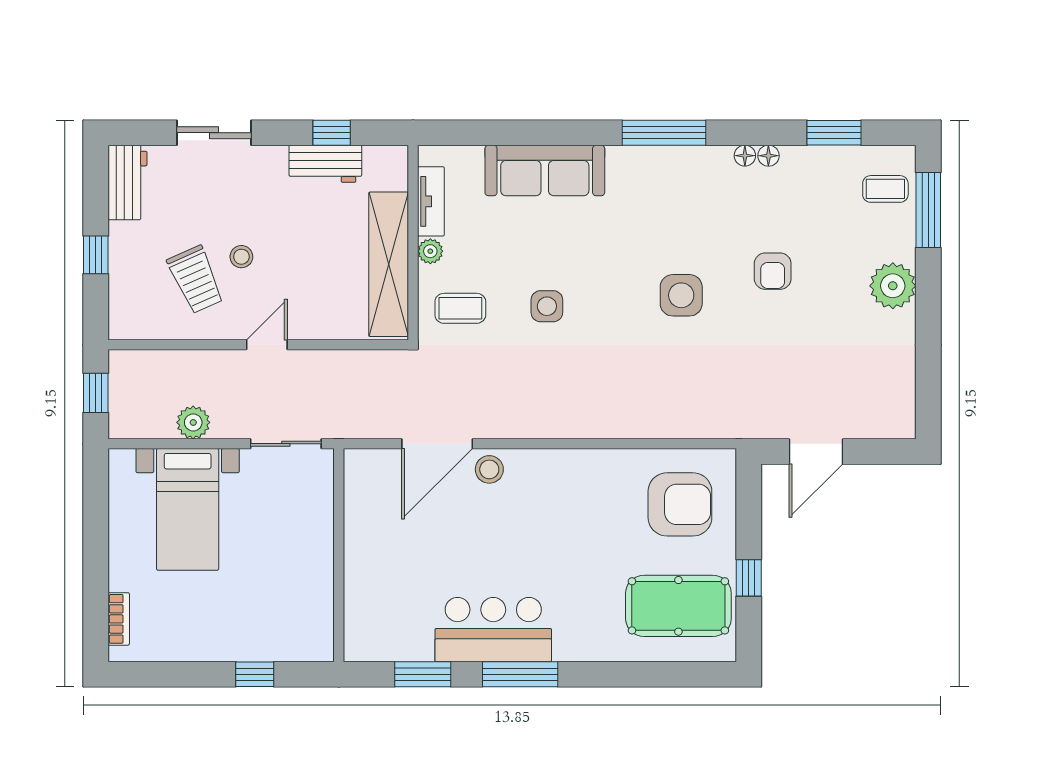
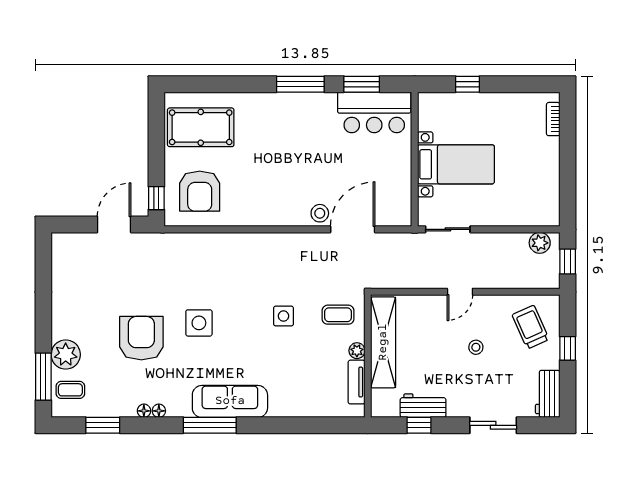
sofa: (545, 170) -> (230, 401), moved
armchair: (773, 271) -> (141, 338), width x1.88, depth x1.88
trolley: (196, 280) -> (531, 327), moved
plant: (893, 286) -> (66, 355), moved
plant: (193, 422) -> (540, 243), moved
armchair: (680, 504) -> (200, 191), turned -90
bed with nightstands: (188, 509) -> (456, 164), moved, turned 90
window: (749, 578) -> (156, 198), moved
bar counter: (493, 630) -> (374, 112), moved

